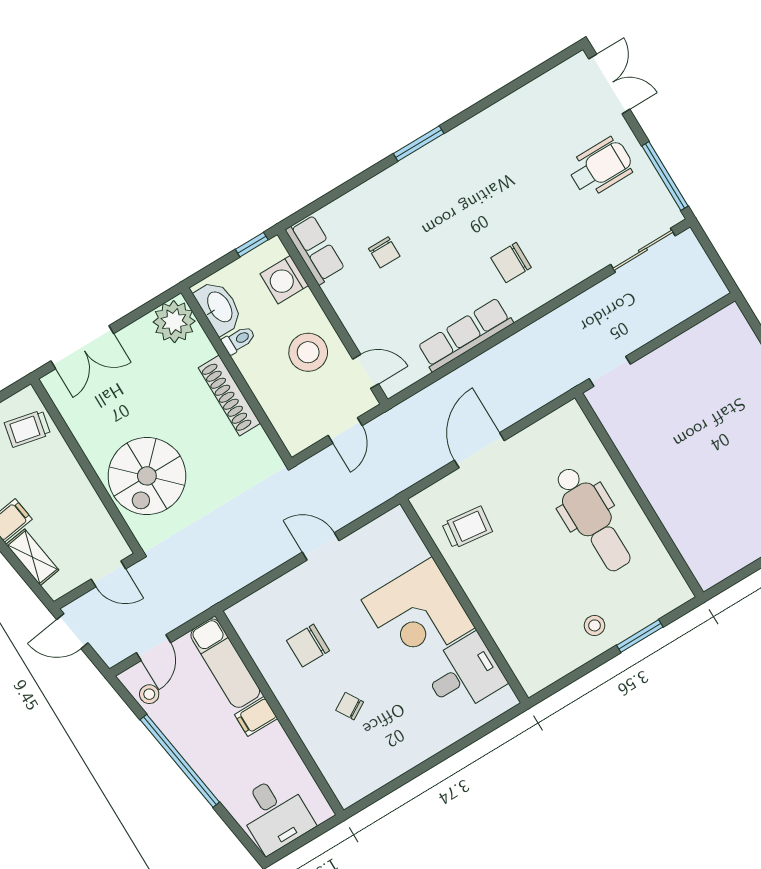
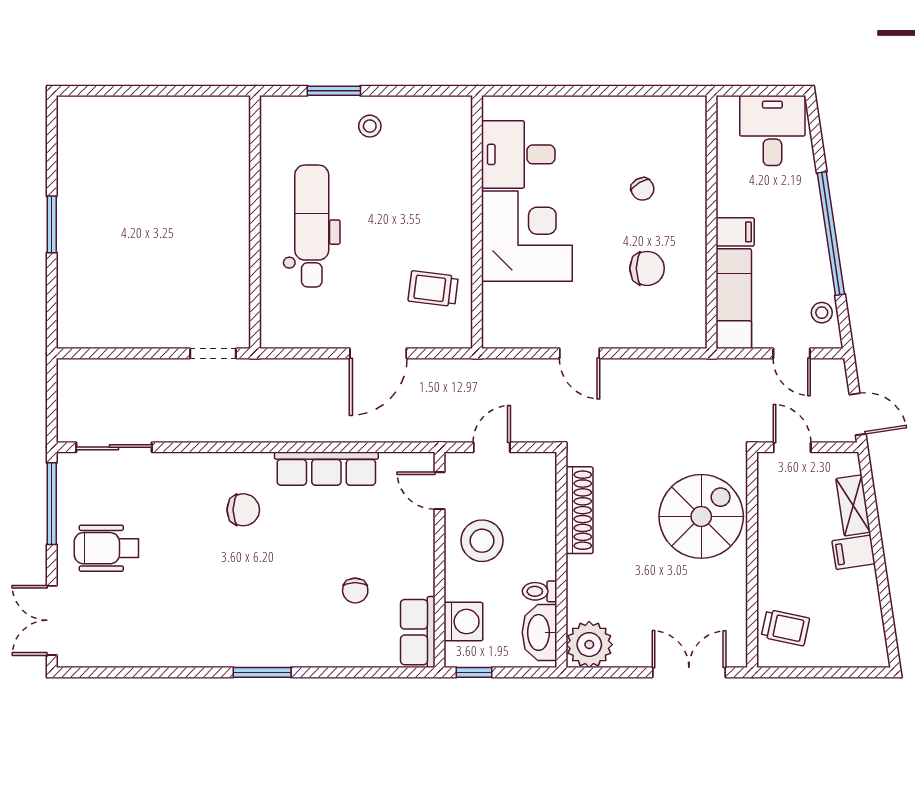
chair: (384, 252) -> (355, 591), turned 180
shoe rack: (229, 396) -> (580, 510), moved
door: (153, 648) -> (792, 353), swing flipped

